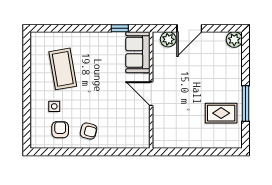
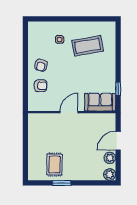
door: (189, 28) -> (118, 141), hinge flipped
plant: (168, 39) -> (110, 158), moved
window: (246, 104) -> (62, 183), width x0.69
armchair: (60, 130) -> (41, 86), moved

